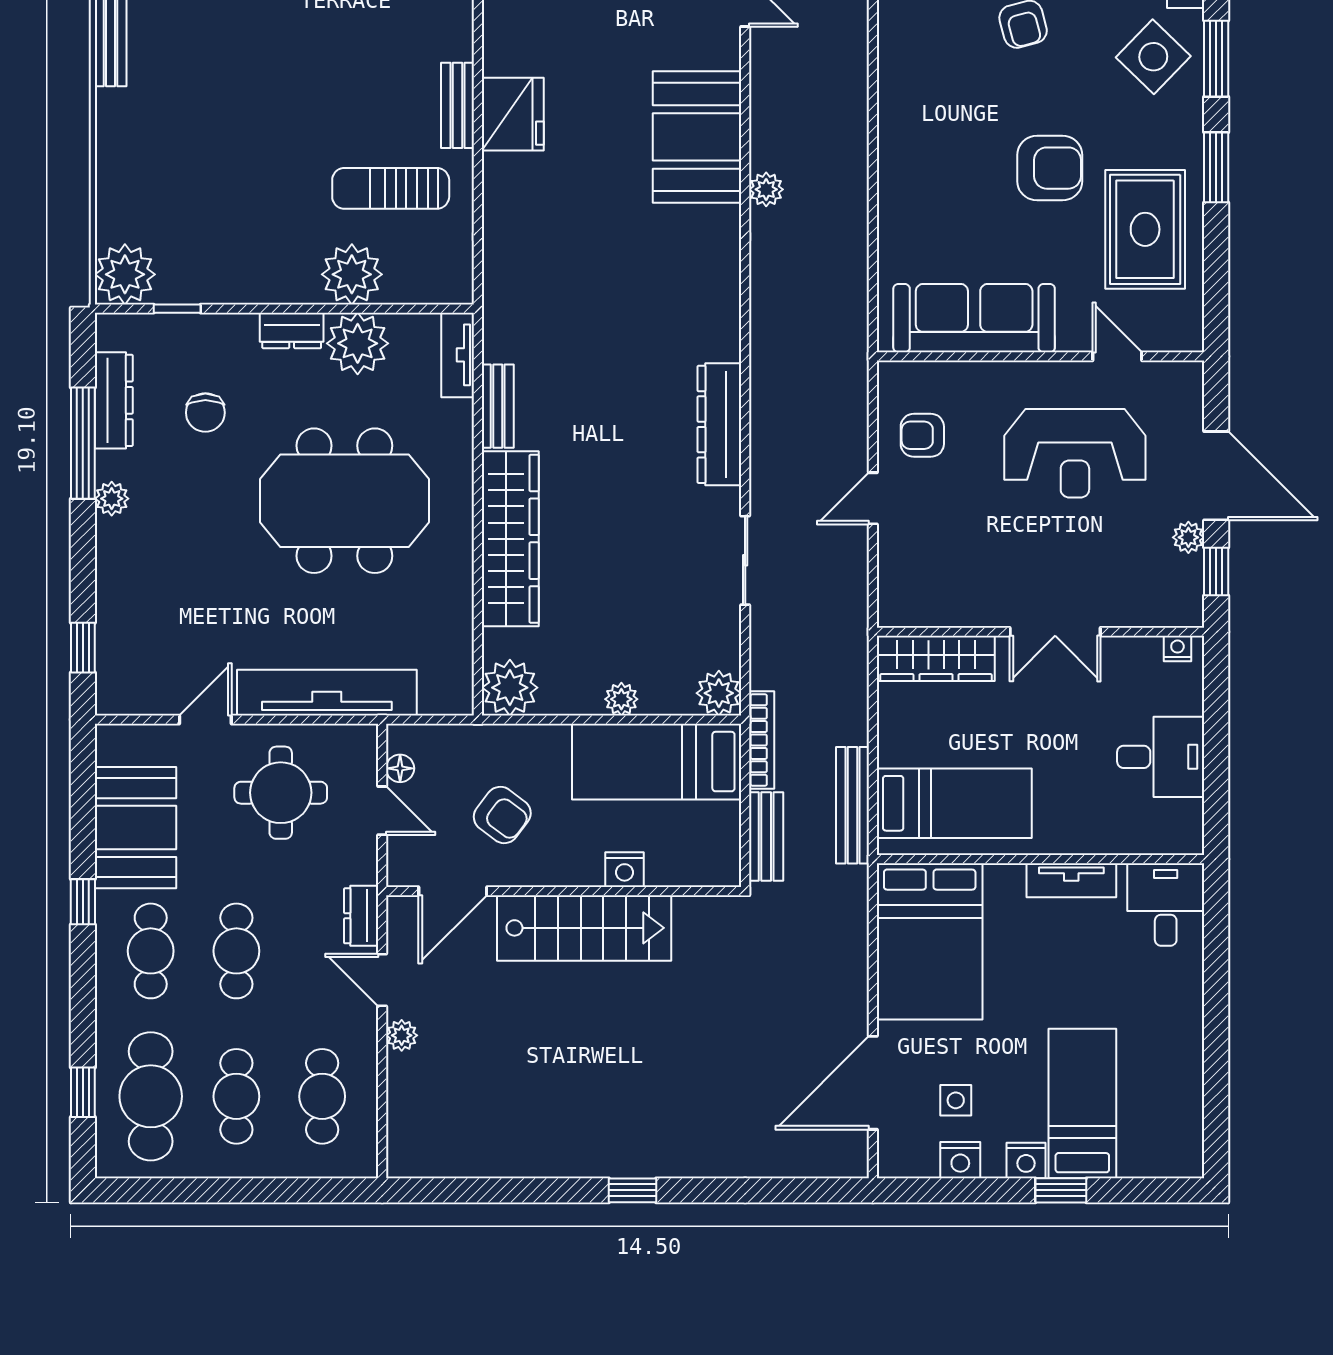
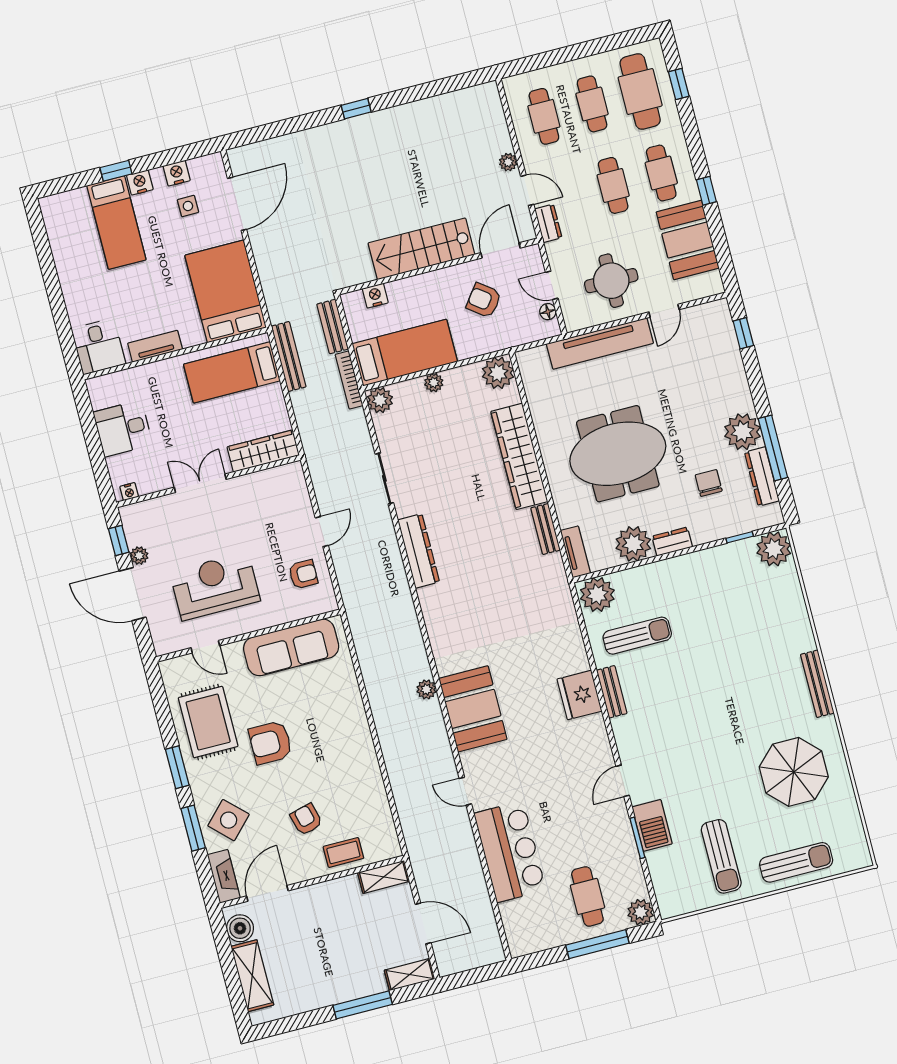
plant: (352, 274) -> (597, 595), moved
plant: (112, 499) -> (743, 432), width x1.88, depth x1.88
nightstand: (625, 870) -> (375, 296), moved

